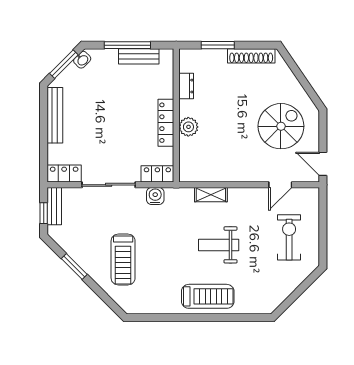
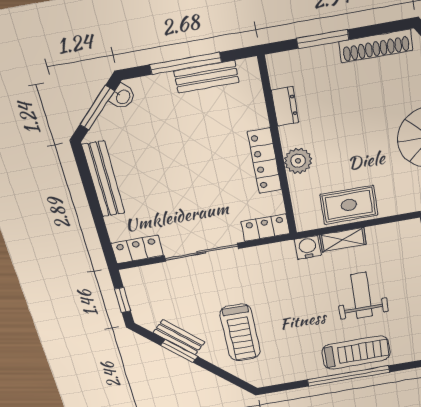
rug: (219, 168) -> (349, 205), added
water cooler: (155, 196) -> (308, 247), moved
bench: (54, 206) -> (179, 337), moved, turned -45
weight bench: (219, 245) -> (362, 295), turned 90
window: (199, 318) -> (349, 376), added

